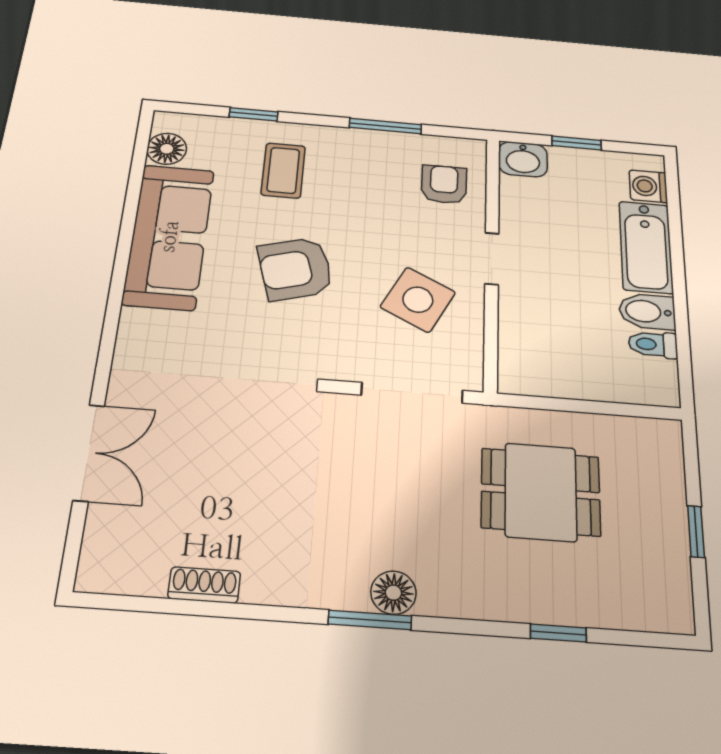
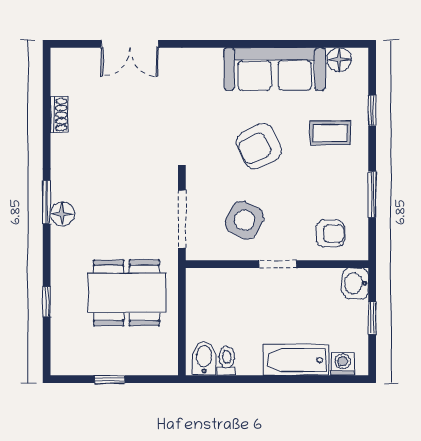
armchair: (295, 269) -> (259, 146), turned -100
bidet: (647, 311) -> (204, 359), moved
dining table: (541, 492) -> (126, 293), width x1.37

